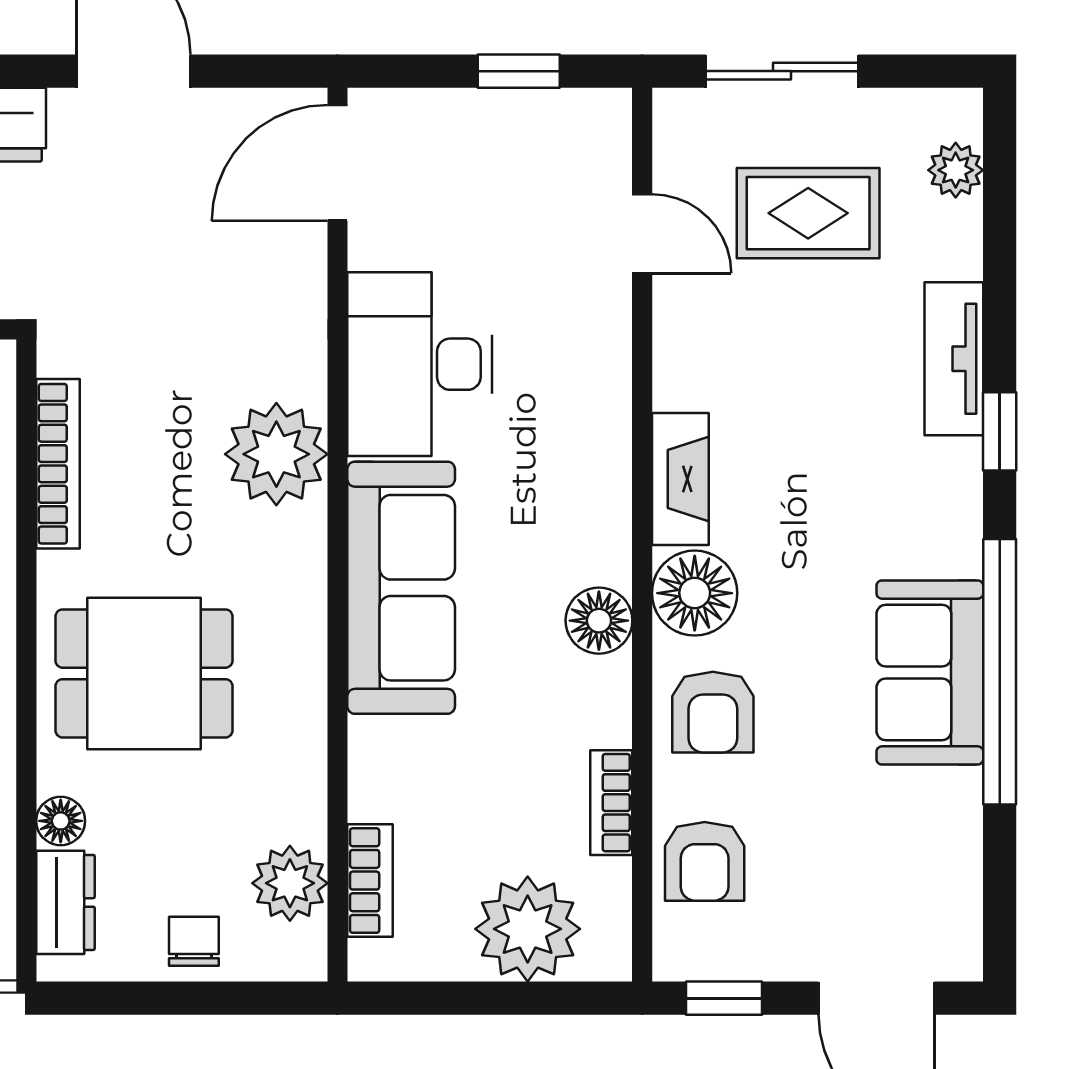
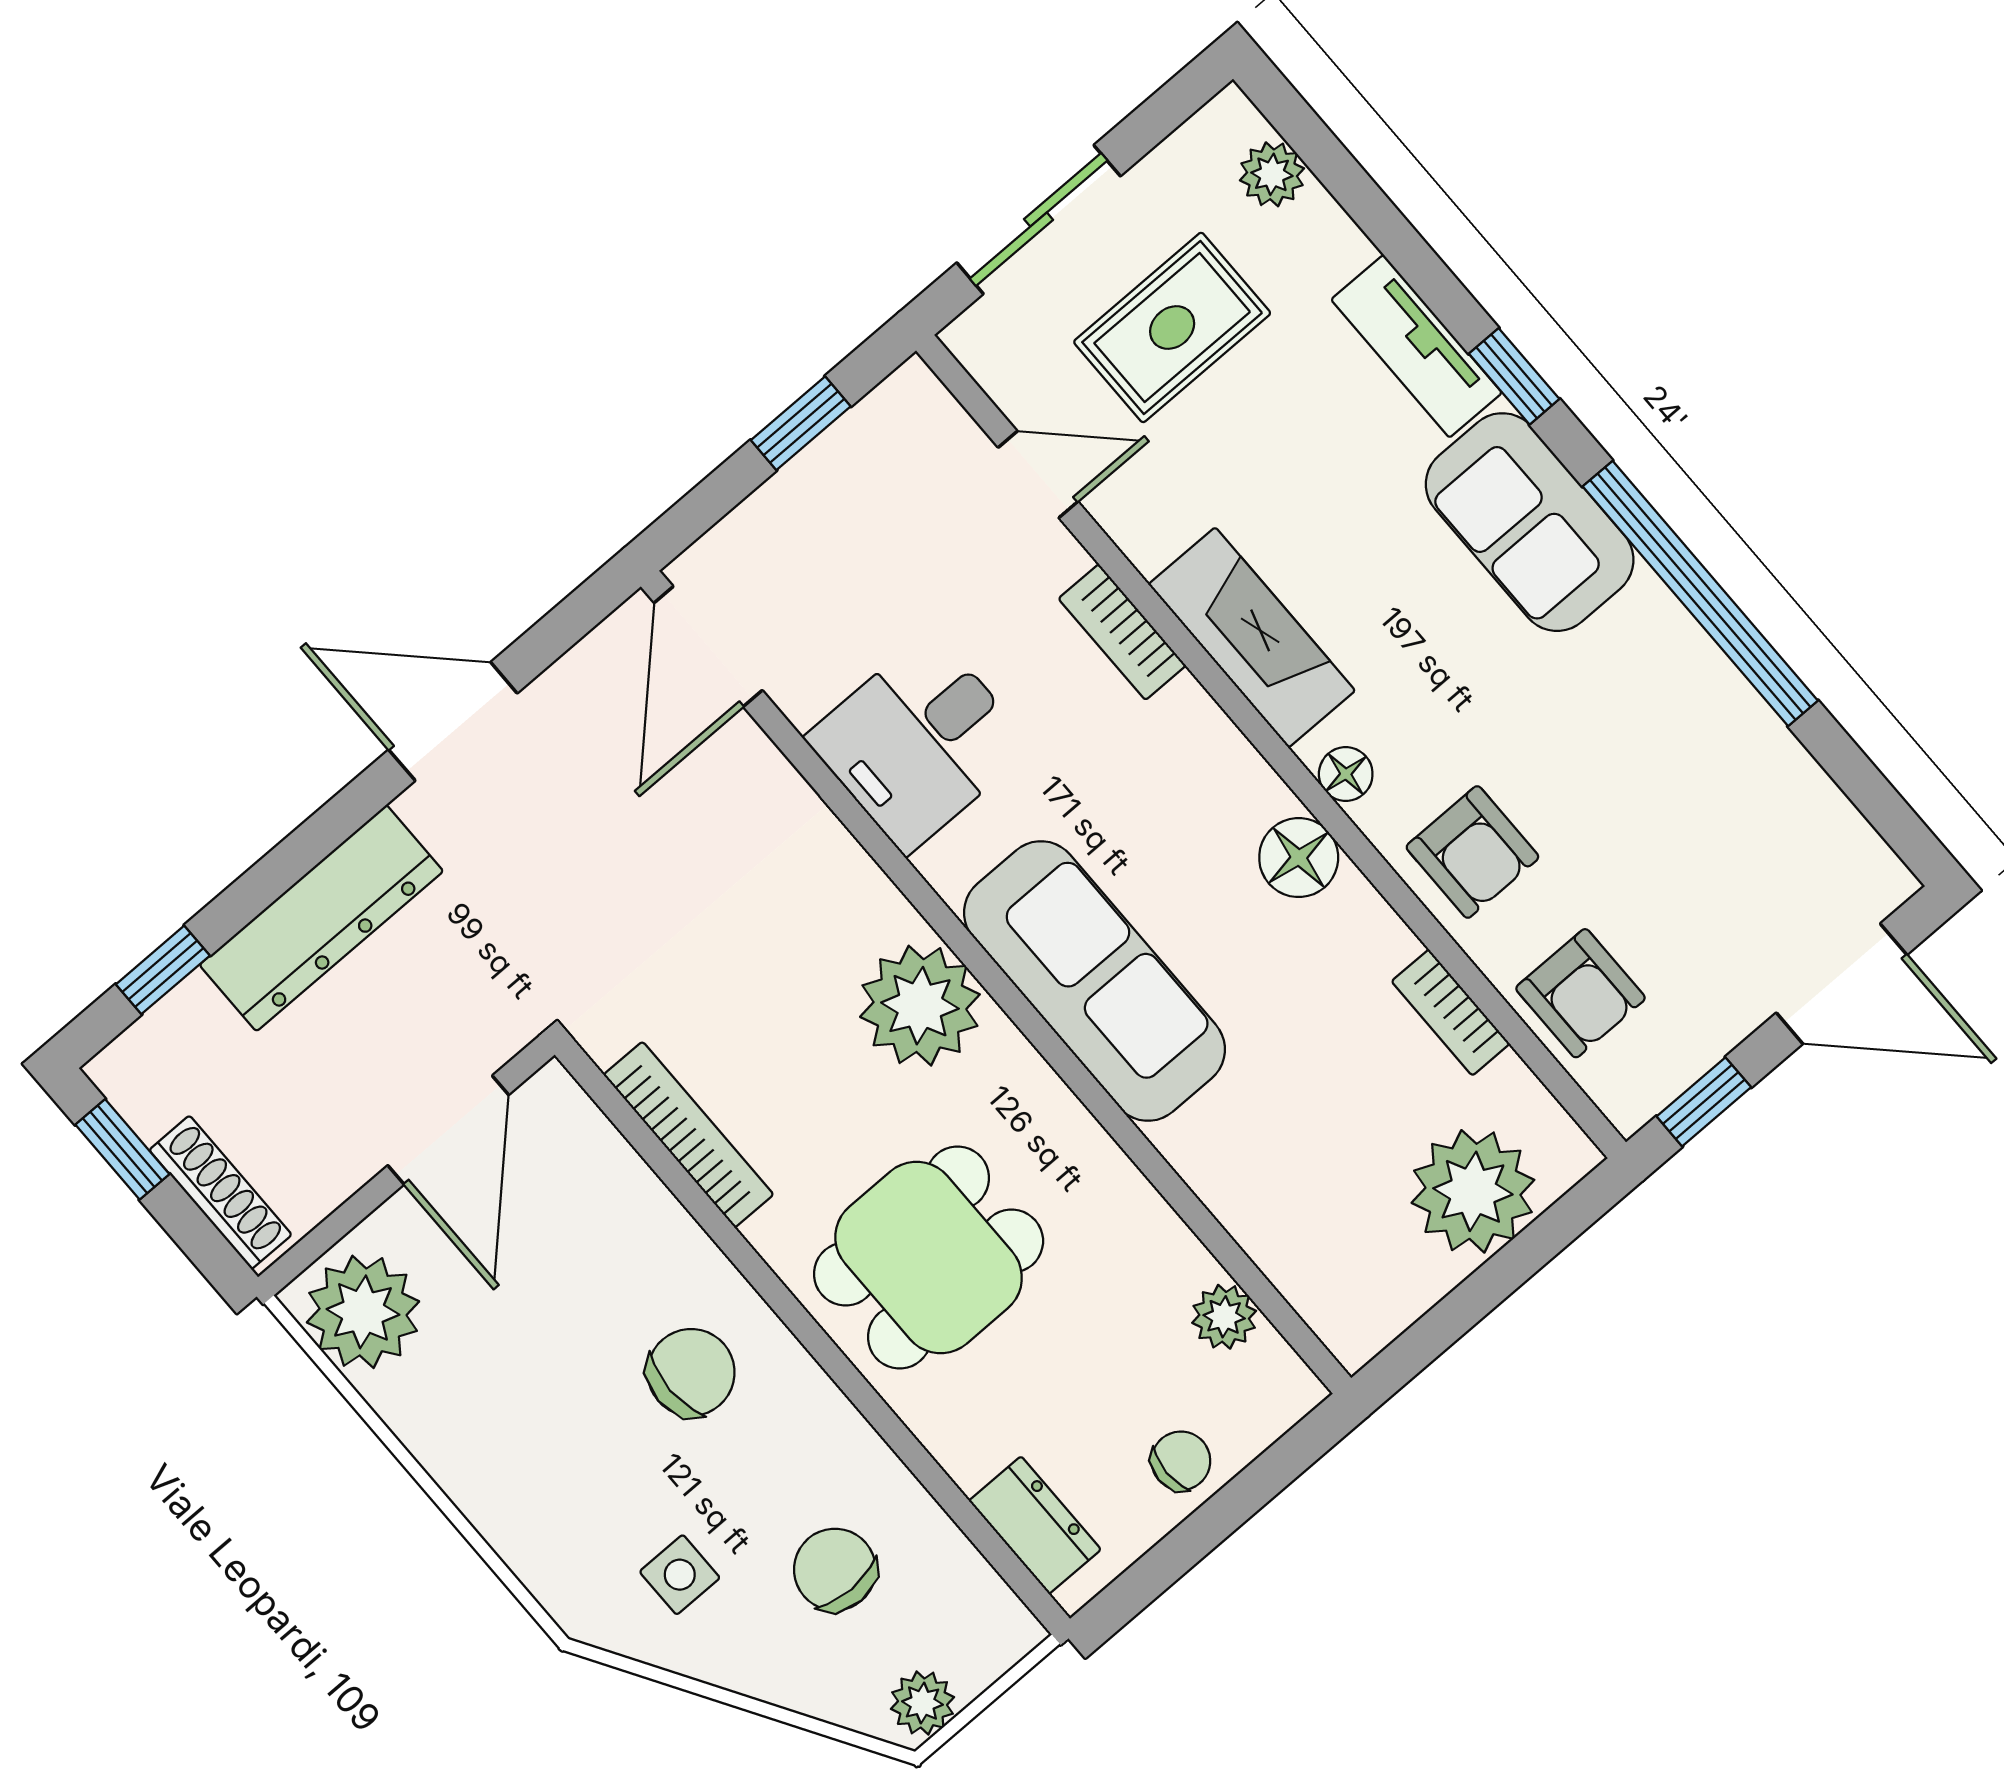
desk: (420, 364) -> (919, 742), width x0.73
plant: (276, 454) -> (920, 1006), moved
fireplace: (680, 479) -> (1252, 638), width x1.37, depth x1.32
floor lamp: (695, 593) -> (1346, 774), width x0.53, depth x0.53
sofa: (930, 672) -> (1530, 522), moved
floor lamp: (61, 821) -> (967, 1455), removed
bookcase: (370, 881) -> (1122, 632), moved, turned 180
plant: (290, 883) -> (1224, 1317), width x0.73, depth x0.73
chair: (194, 941) -> (1181, 1461), turned 91

